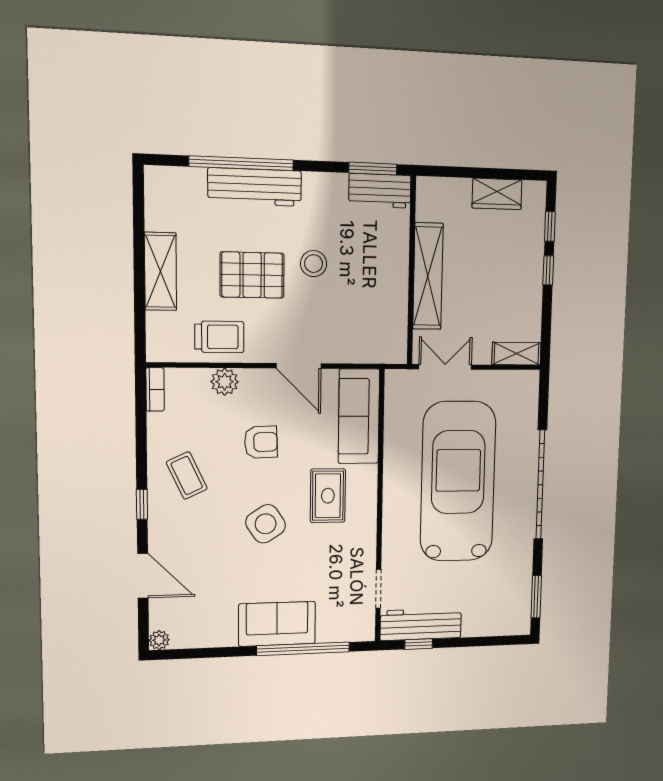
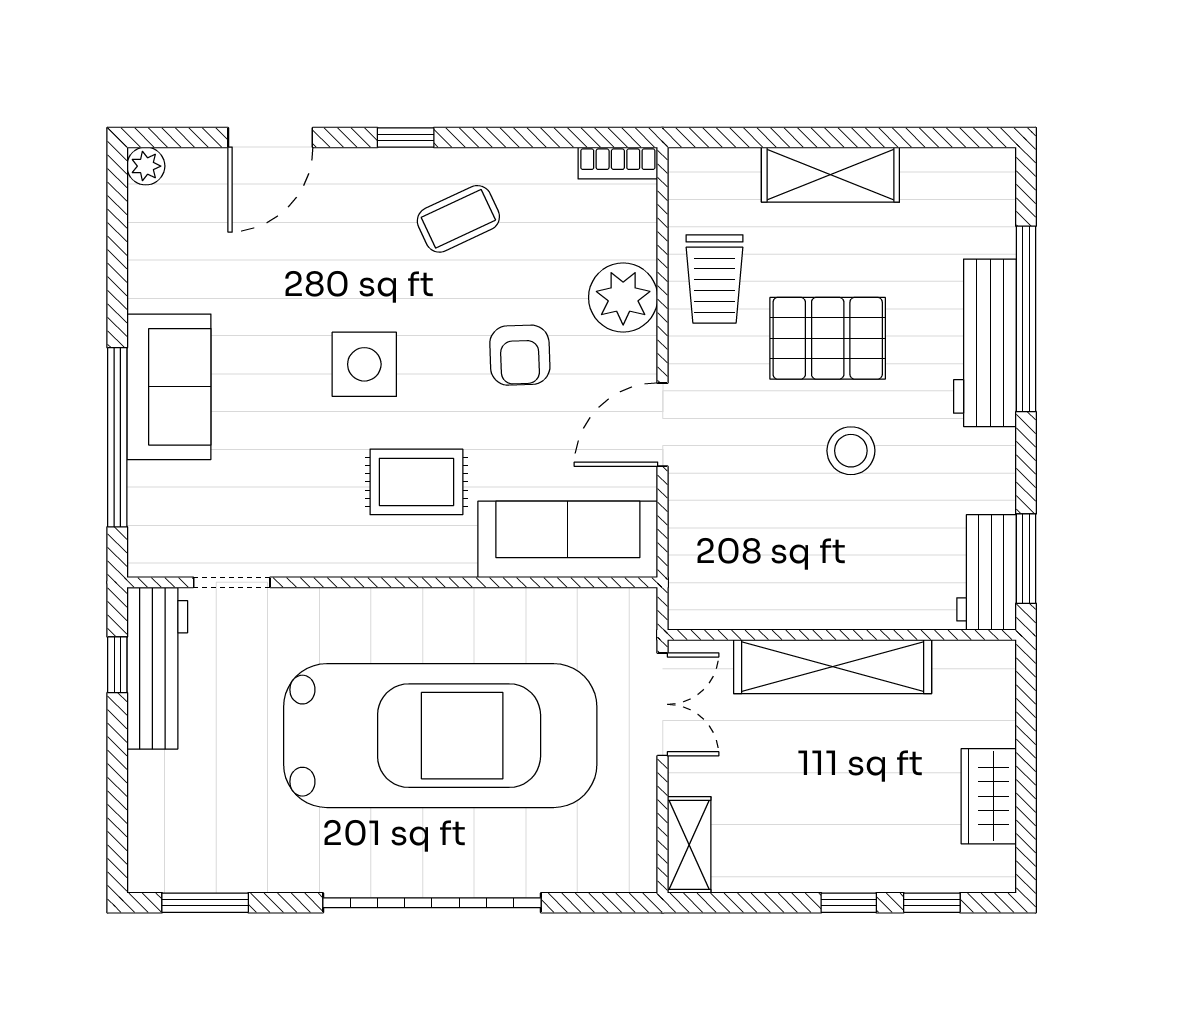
pallet: (252, 275) -> (828, 338), turned 90
plant: (225, 382) -> (623, 297), width x1.36, depth x1.36
side table: (266, 524) -> (364, 364), turned 33

